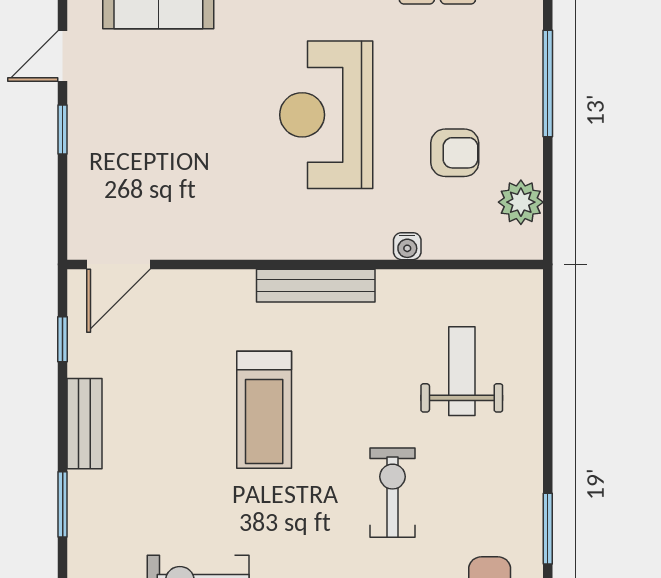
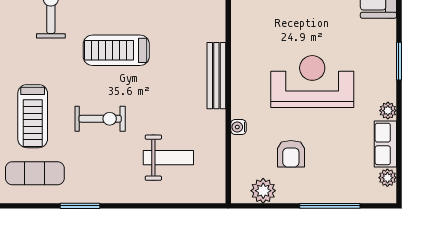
treadmill: (264, 410) -> (116, 50), moved

